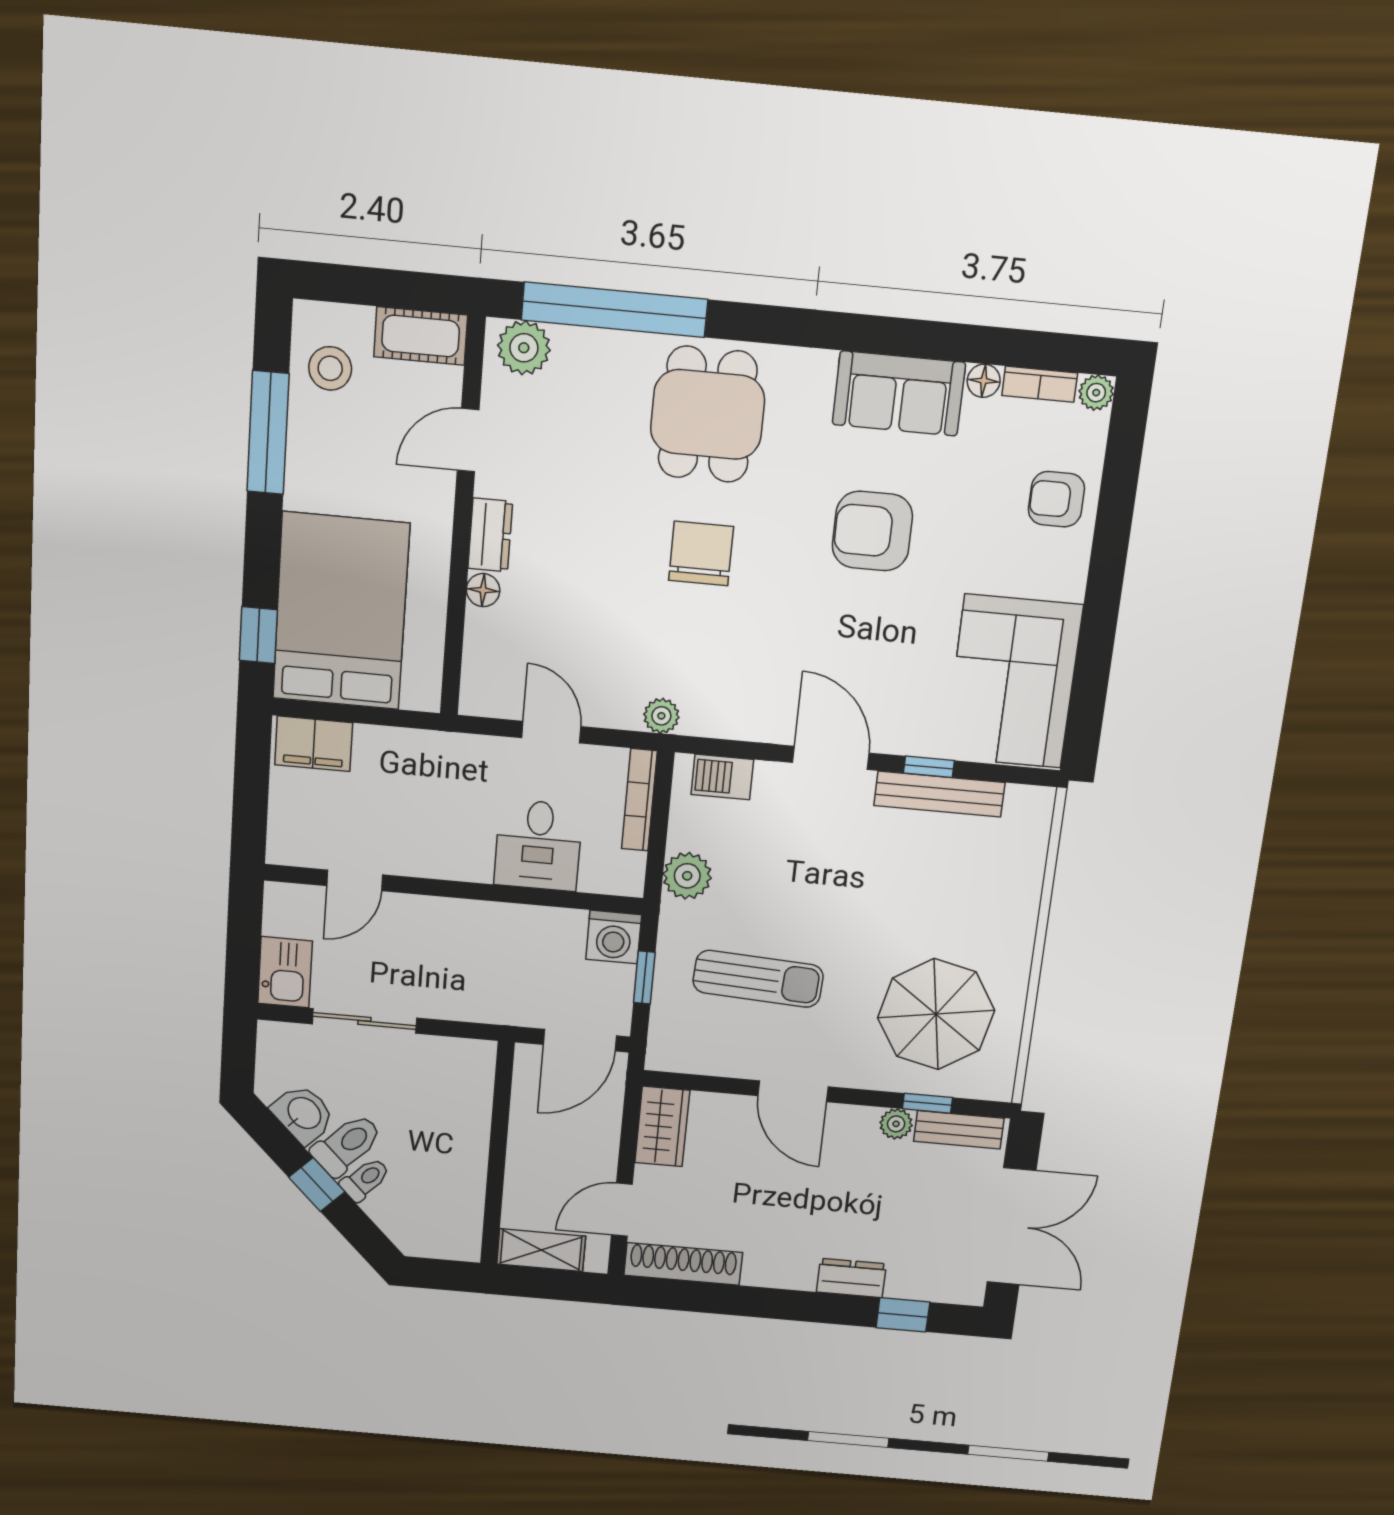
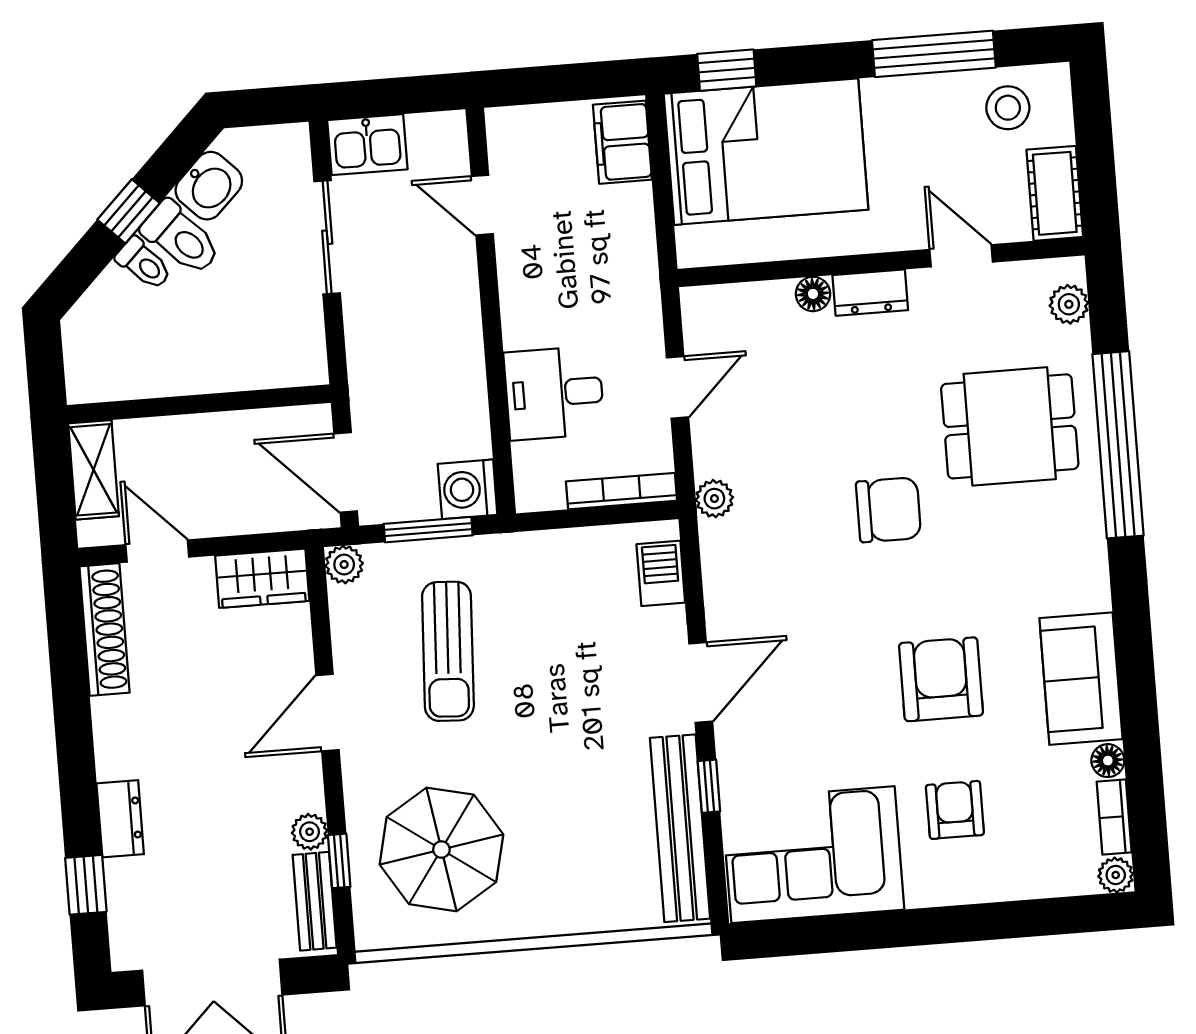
window: (614, 310) -> (1118, 445), moved
plant: (524, 348) -> (1069, 304), width x0.73, depth x0.73
dining table: (708, 414) -> (1010, 426), moved
armchair: (1056, 499) -> (955, 810), moved
bench: (939, 794) -> (680, 828), width x1.37, depth x1.21
plant: (687, 876) -> (344, 565), moved, width x0.73, depth x0.73
window: (644, 978) -> (428, 530), width x1.50

